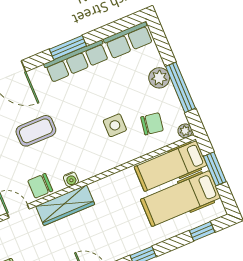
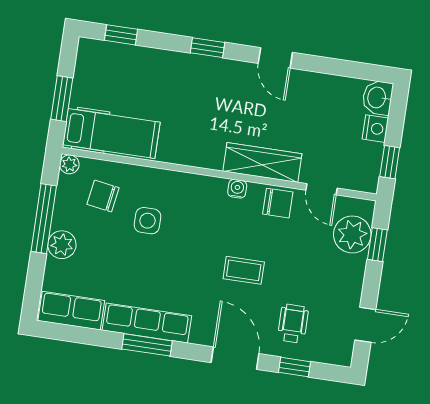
coffee table: (36, 131) -> (244, 270), width x0.73, depth x0.77
hospital bed: (180, 199) -> (123, 88), removed

